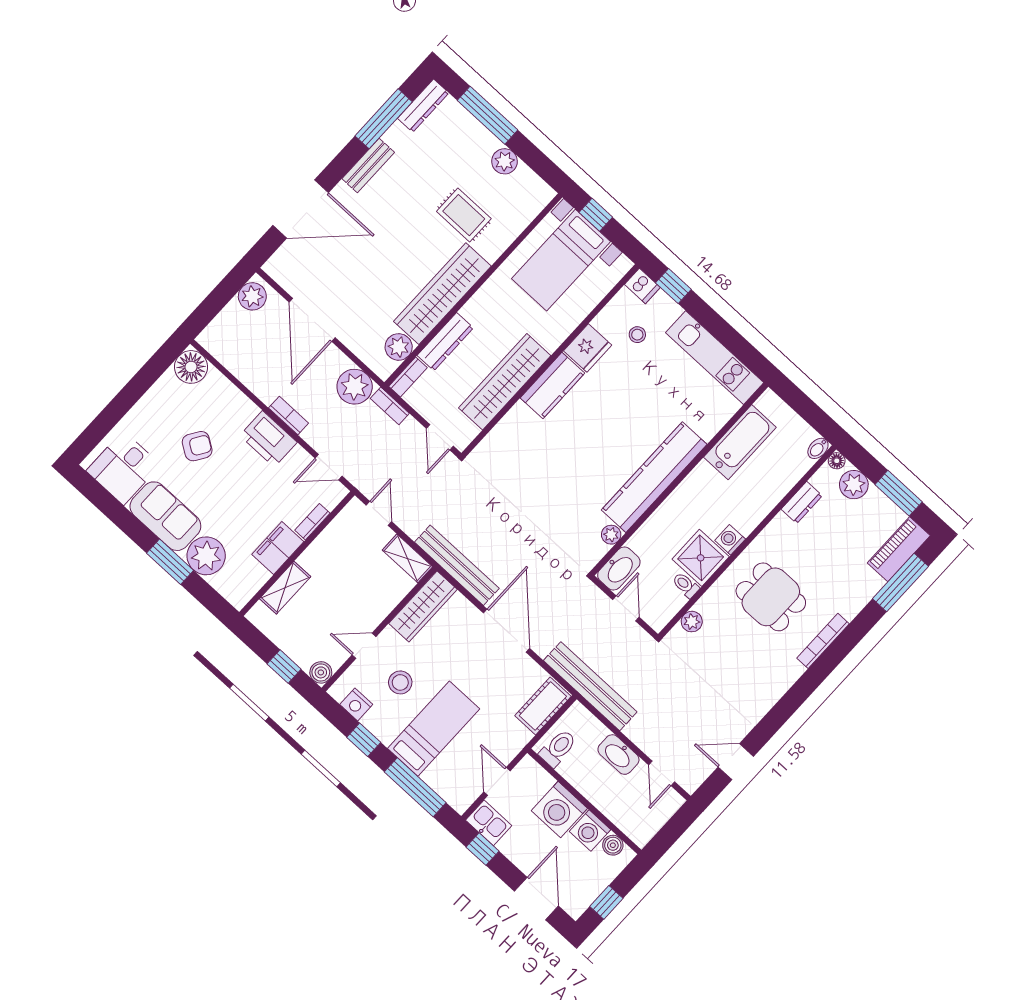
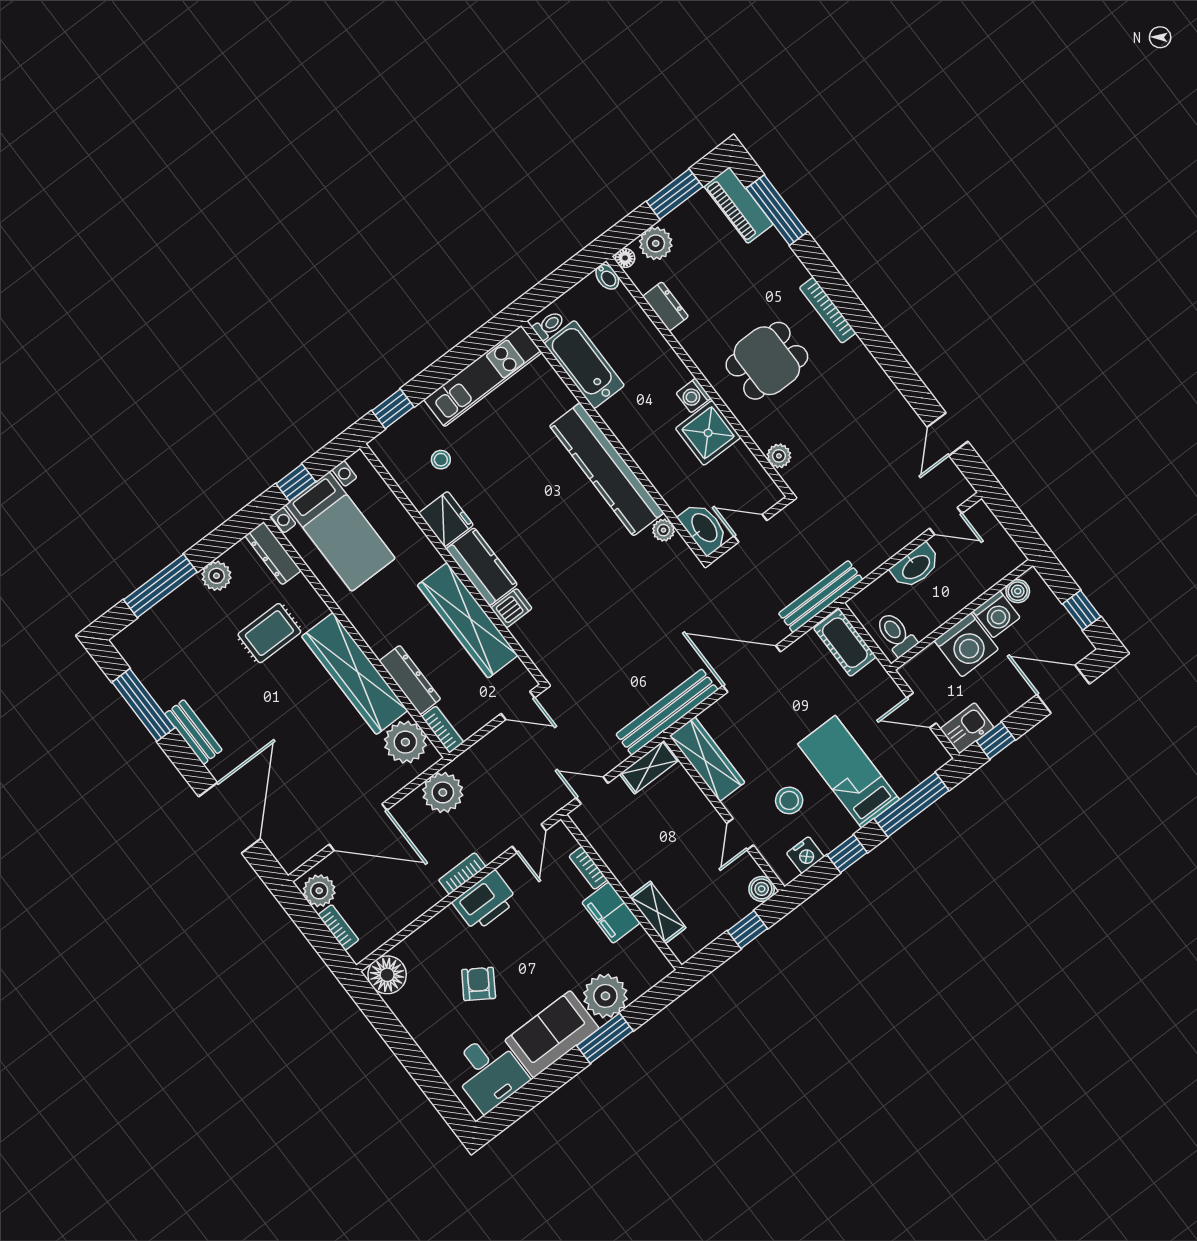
dresser: (423, 106) -> (273, 553), moved, turned 180
dishwasher: (642, 286) -> (511, 608), moved
plant: (399, 347) -> (405, 742), width x1.36, depth x1.36
bookcase: (390, 406) -> (338, 927), moved, turned -90
toilet: (686, 585) -> (549, 325), moved, turned 180
bench: (590, 686) -> (821, 597), width x0.73, depth x0.82

